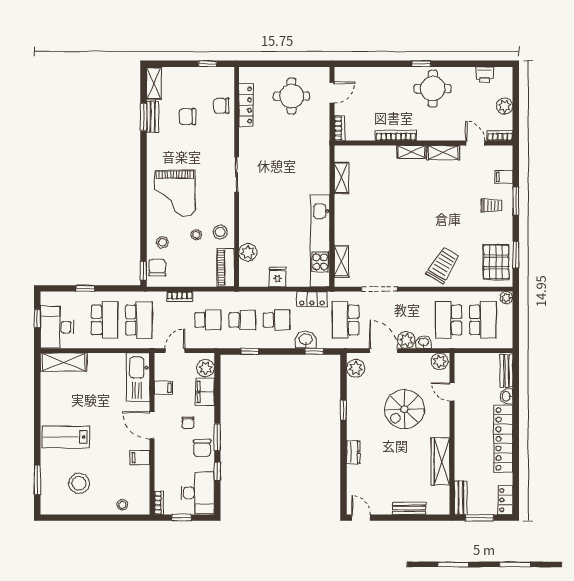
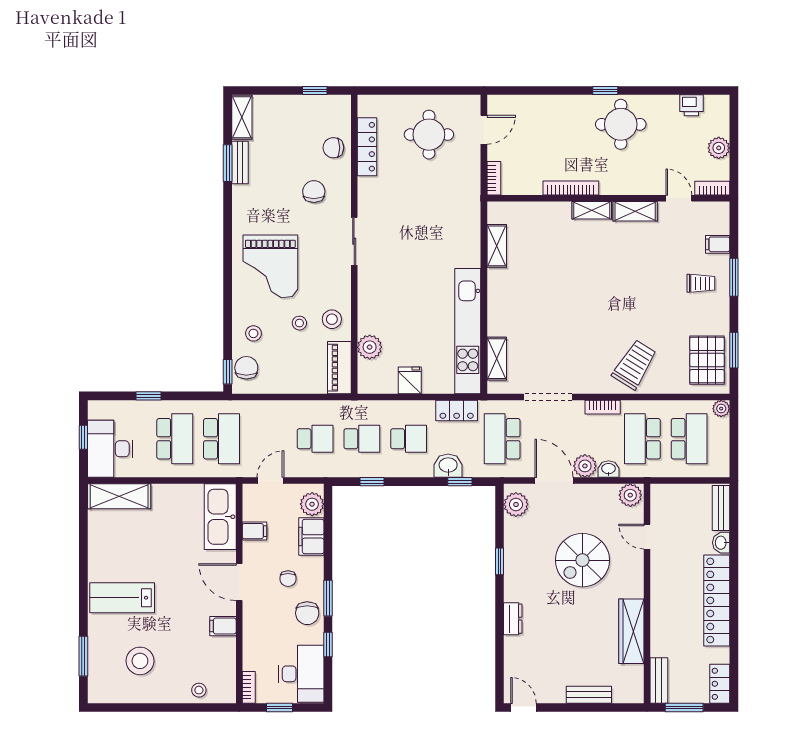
chair: (188, 117) -> (314, 192), moved, turned 90
bookcase: (180, 297) -> (603, 407), moved

